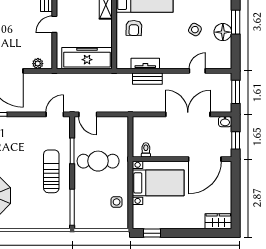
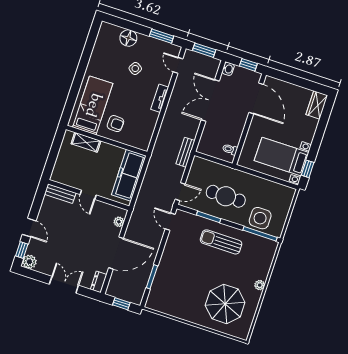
window: (236, 22) -> (162, 36), moved
floor lamp: (223, 32) -> (128, 38), moved
tv unit: (145, 64) -> (160, 98), moved
door: (197, 71) -> (178, 65), moved
bench: (147, 79) -> (185, 152), moved
cafe table: (98, 161) -> (226, 196), turned 90
bed with nightstands: (158, 183) -> (282, 157), moved, turned -90
side table: (117, 202) -> (260, 218), moved, width x1.87, depth x1.87
plant: (21, 224) -> (260, 285), added

